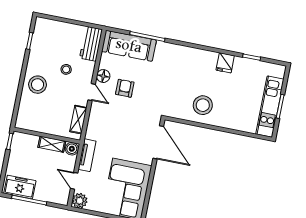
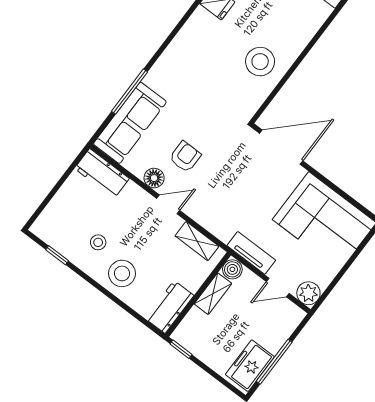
stool: (66, 69) -> (98, 242), moved
armchair: (125, 88) -> (185, 157), turned 90
workbench: (31, 122) -> (170, 307), added

